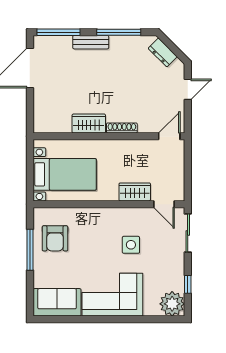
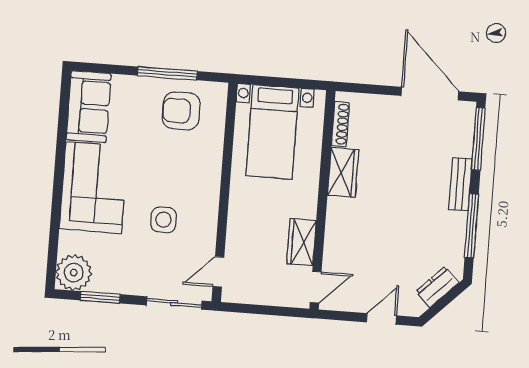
door: (188, 89) -> (381, 319), swing flipped
shoe rack: (122, 128) -> (340, 124), moved
door: (169, 136) -> (316, 287), hinge flipped
wardrobe: (135, 192) -> (301, 242), moved, turned 180
window: (188, 284) -> (100, 297), width x1.50

